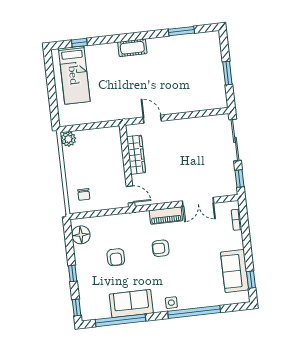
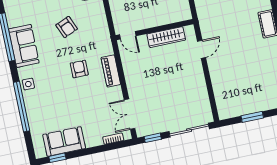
door: (130, 194) -> (128, 35), hinge flipped
double door: (198, 202) -> (130, 114), moved
armchair: (116, 257) -> (67, 27), turned -113

